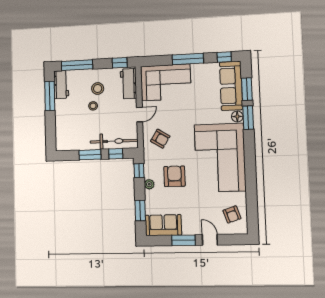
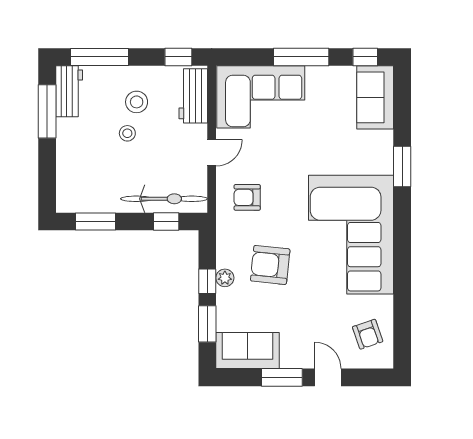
sofa: (231, 86) -> (375, 97), width x0.73
window: (247, 89) -> (402, 116), removed
floor lamp: (237, 116) -> (384, 164), removed
armchair: (160, 139) -> (247, 197), turned 148
window: (90, 155) -> (95, 222), moved
window: (139, 171) -> (207, 281), moved
armchair: (174, 176) -> (270, 265), turned -84

